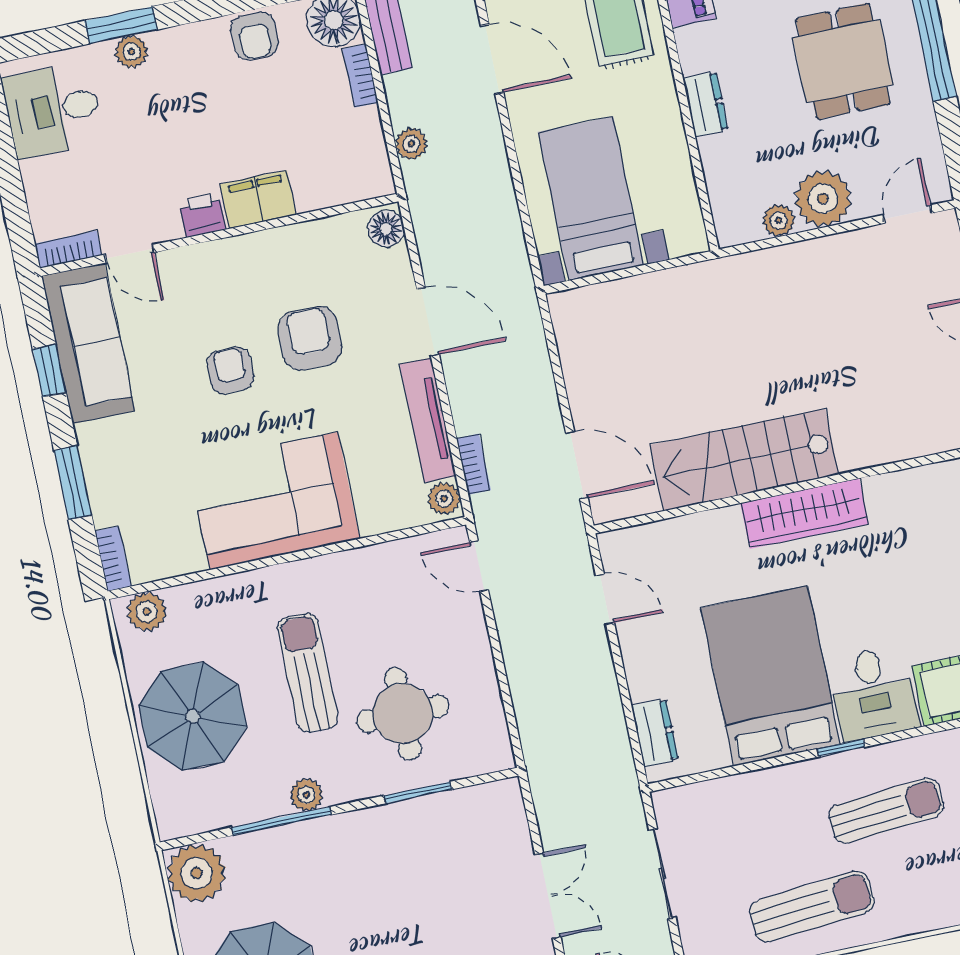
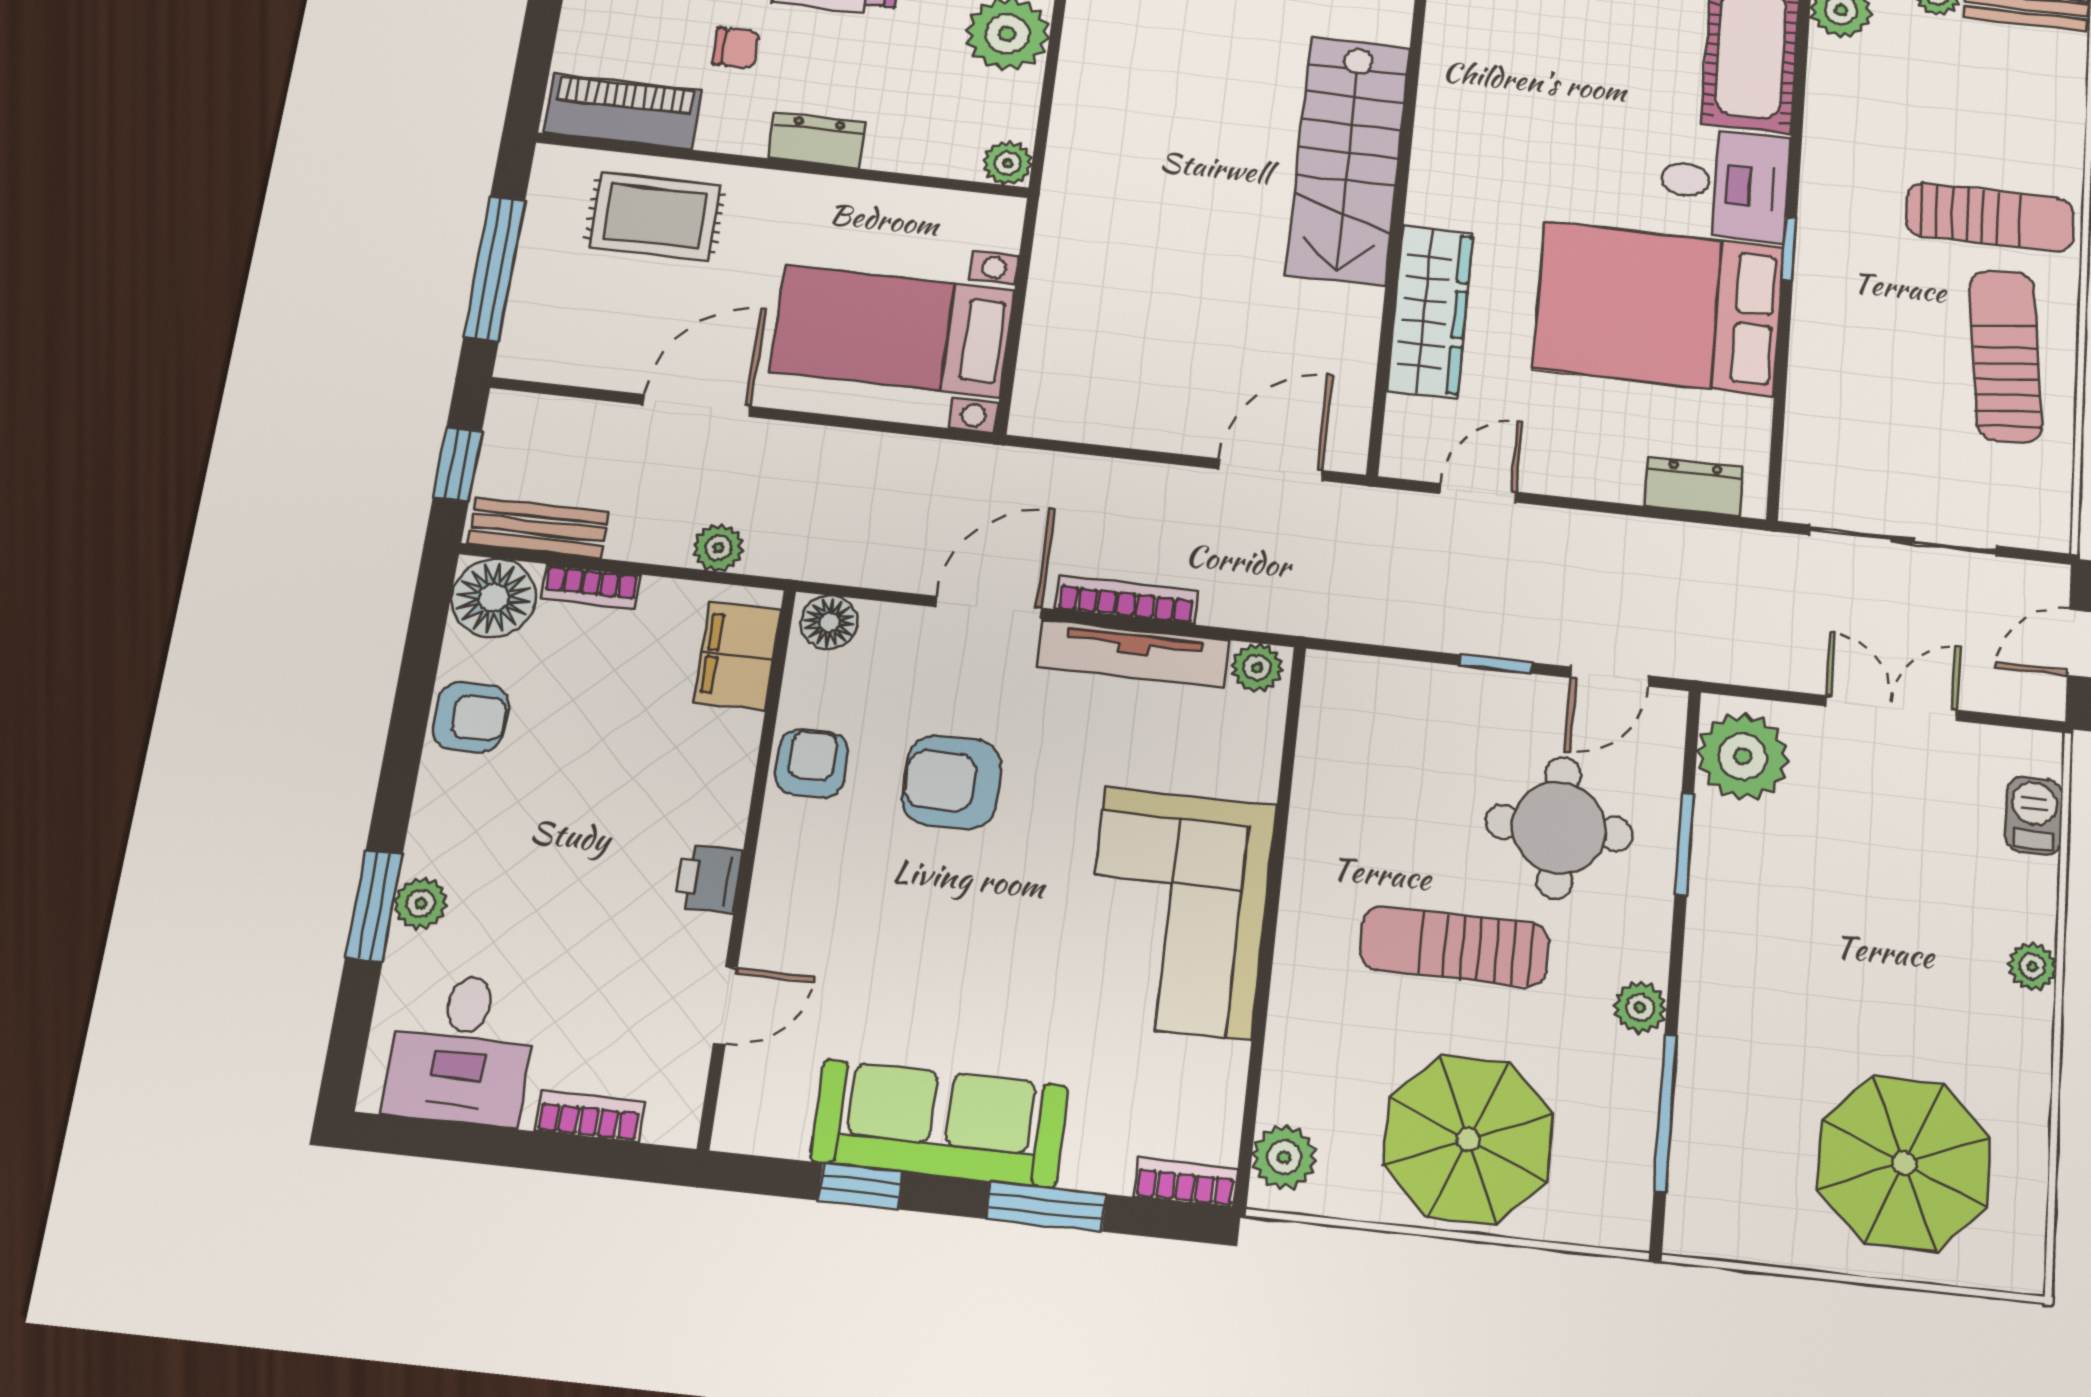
chair: (753, 29) -> (736, 48), added
door: (492, 59) -> (697, 405), moved
filing cabinet: (258, 199) -> (737, 656), moved
plant: (779, 220) -> (1008, 163), moved
bookcase: (68, 249) -> (589, 1117), moved, turned 90
sofa: (88, 343) -> (940, 1123), moved
armchair: (230, 370) -> (812, 763), moved, turned 90
stairs: (744, 460) -> (1348, 160), moved
bookcase: (474, 464) -> (1127, 600), moved, width x1.56
wardrobe: (804, 514) -> (1430, 311), moved
door: (479, 566) -> (1610, 677), moved
window: (495, 644) -> (1496, 664), added
sun lounger: (886, 811) -> (1990, 217), moved, turned 95
window: (281, 821) -> (1665, 1113), moved
plant: (197, 873) -> (1743, 757), moved
sliding door: (662, 874) -> (1903, 540), width x1.37

